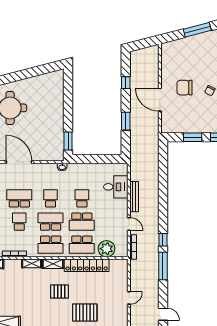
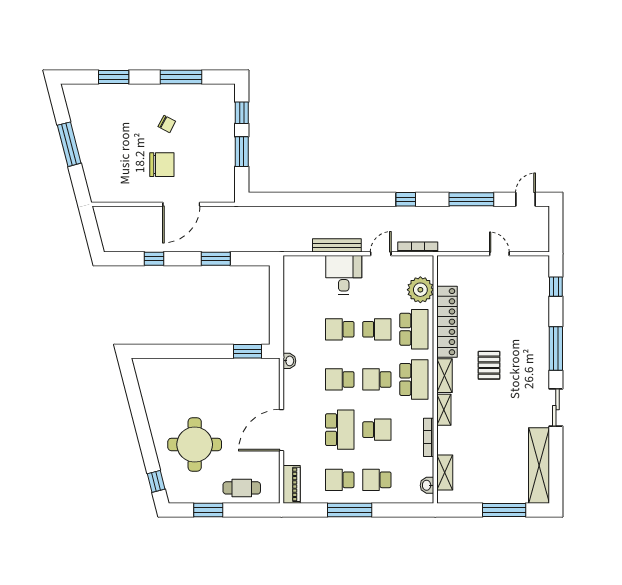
chair: (184, 88) -> (162, 165), turned -90
desk: (116, 187) -> (344, 275), moved
school desk: (19, 198) -> (340, 430), turned 180
school desk: (19, 222) -> (377, 430), turned 180
school desk: (51, 222) -> (377, 379), width x0.54
school desk: (82, 222) -> (377, 329), width x0.54
window: (163, 266) -> (471, 199), moved
pallet: (85, 313) -> (523, 324), removed

